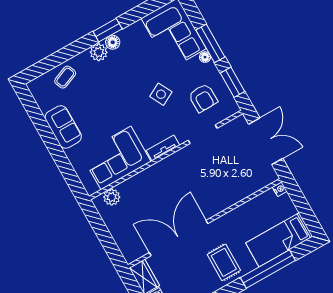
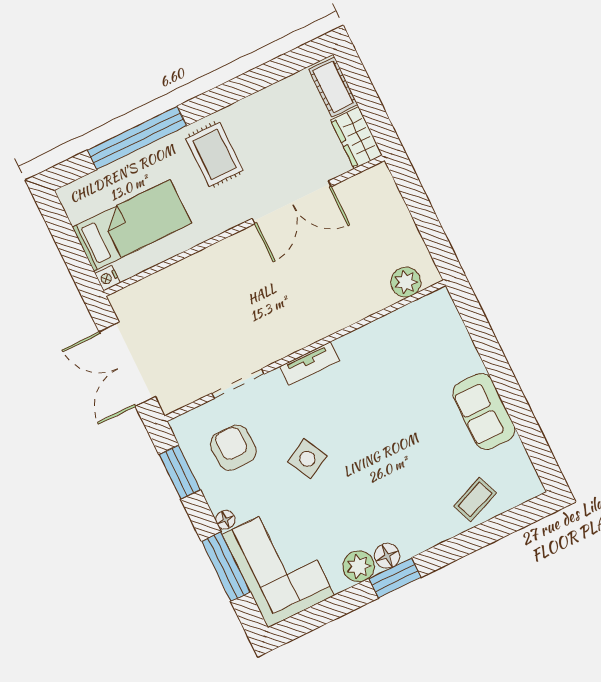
window: (210, 43) -> (226, 567), moved
plant: (99, 52) -> (359, 566), moved
corner sofa: (116, 158) -> (394, 351), removed
double door: (179, 238) -> (292, 202), width x0.73
bed: (279, 240) -> (132, 225), moved

